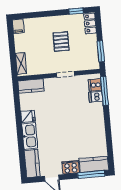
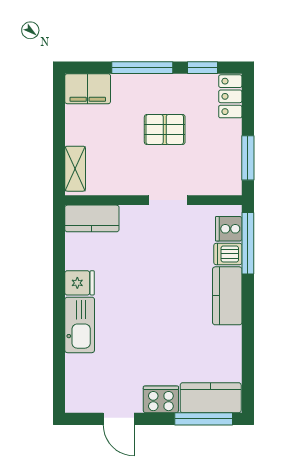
window: (48, 14) -> (142, 68), added
filing cabinet: (18, 26) -> (88, 89), width x2.00
pallet: (61, 42) -> (165, 129), turned 90
kitchen counter: (32, 163) -> (227, 296), moved, turned 180

